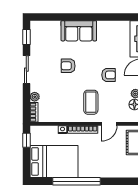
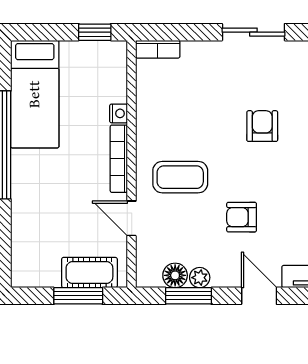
armchair: (109, 75) -> (242, 217), turned 90
plant: (35, 97) -> (193, 51), removed
bed: (54, 161) -> (35, 94), width x0.67

